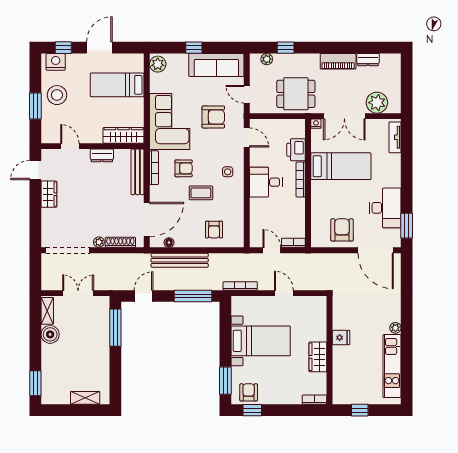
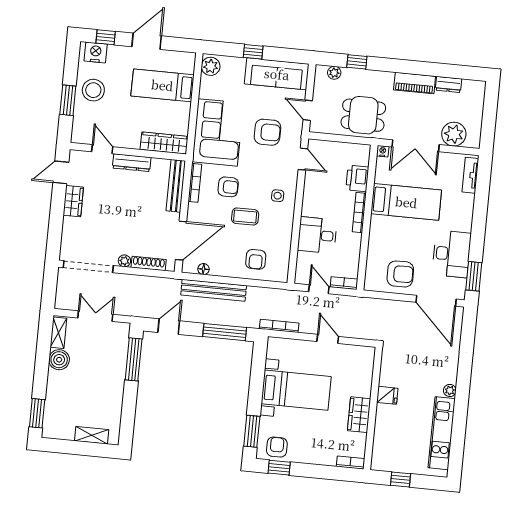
dresser: (102, 155) -> (132, 163), width x1.44
desk: (266, 182) -> (317, 235), moved
armchair: (342, 230) -> (400, 274), turned 89

